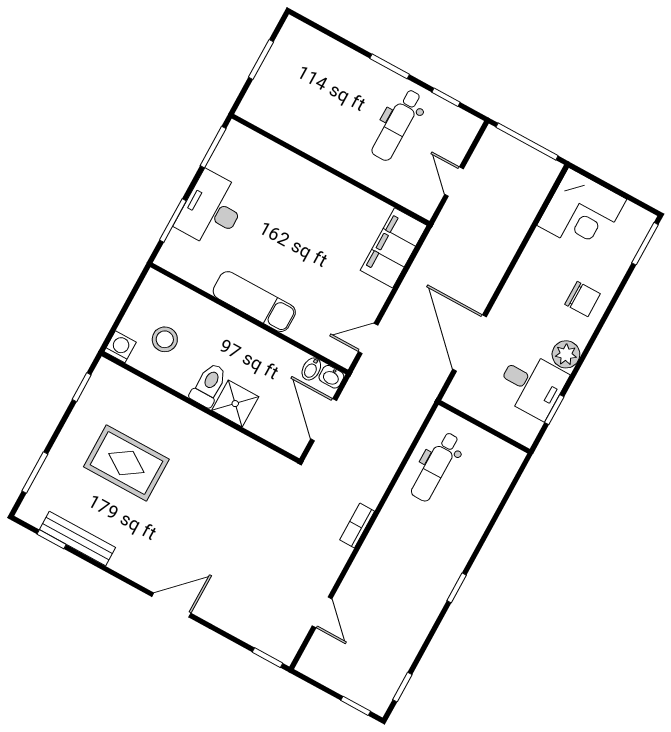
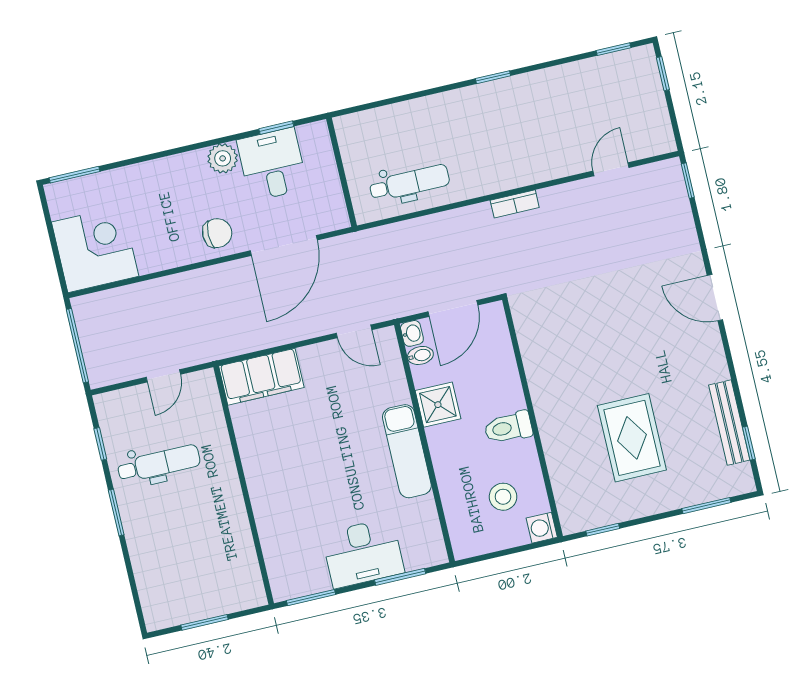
chair: (583, 299) -> (217, 233), moved, turned 90
shower: (235, 404) -> (438, 405), moved

